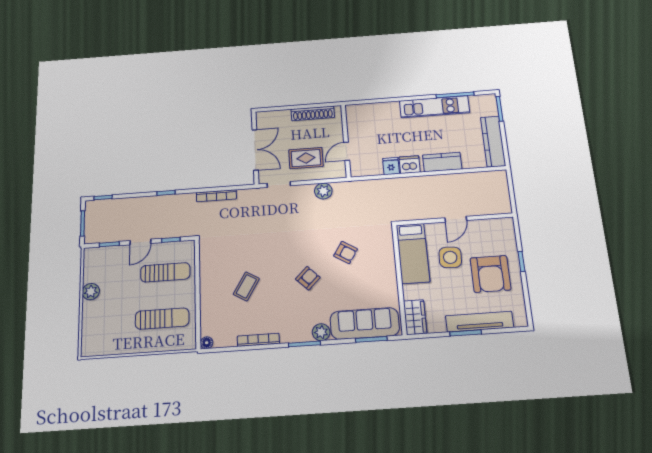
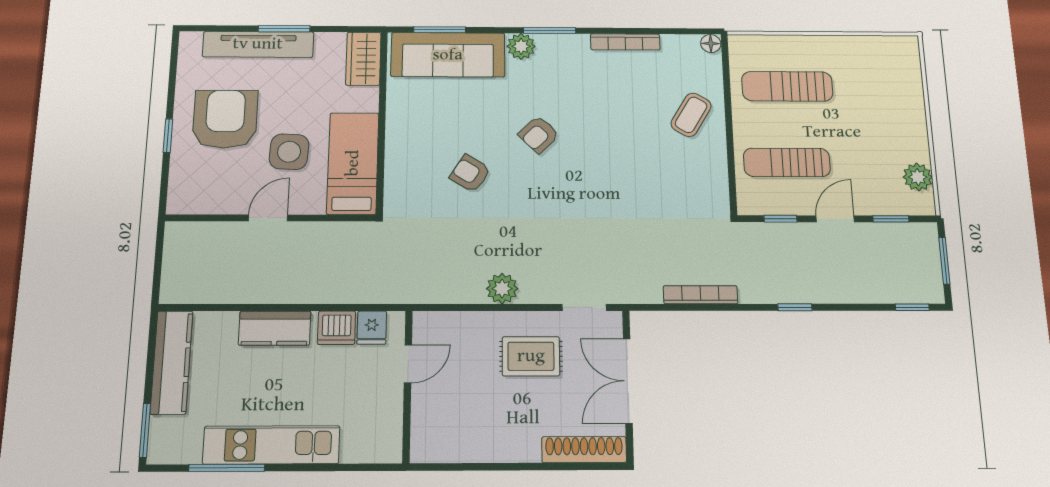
shoe rack: (313, 113) -> (584, 450), moved
wall: (346, 141) -> (407, 386), moved
door: (347, 151) -> (408, 364), moved
coffee table: (246, 286) -> (691, 115), moved
plant: (91, 292) -> (918, 177), moved

